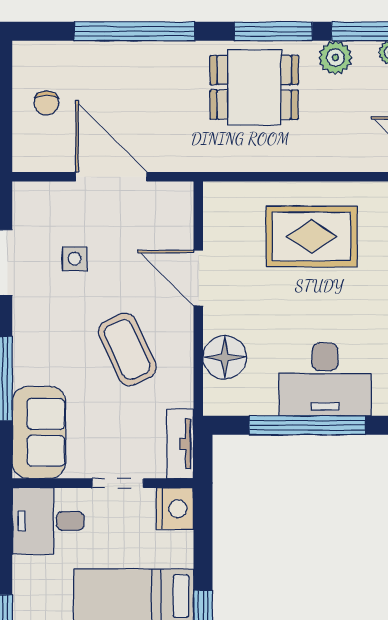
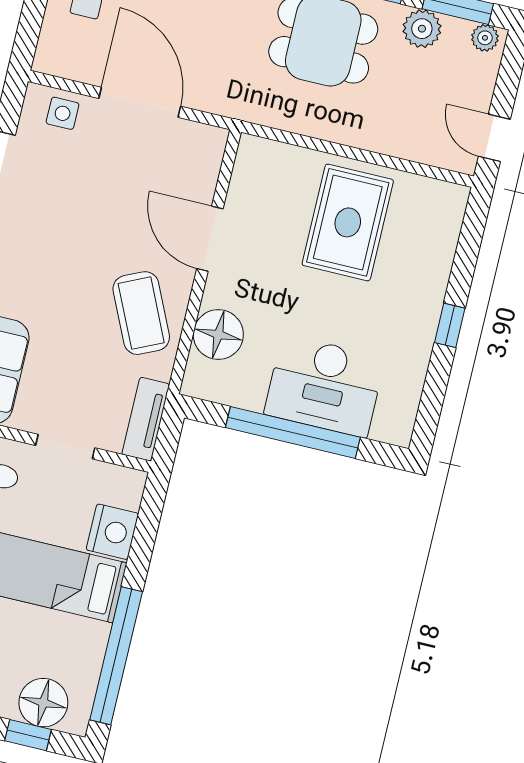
rug: (312, 236) -> (348, 222), turned 90
side table: (75, 259) -> (63, 113), moved
coffee table: (127, 349) -> (141, 313), moved
nightstand: (175, 509) -> (112, 532), moved

